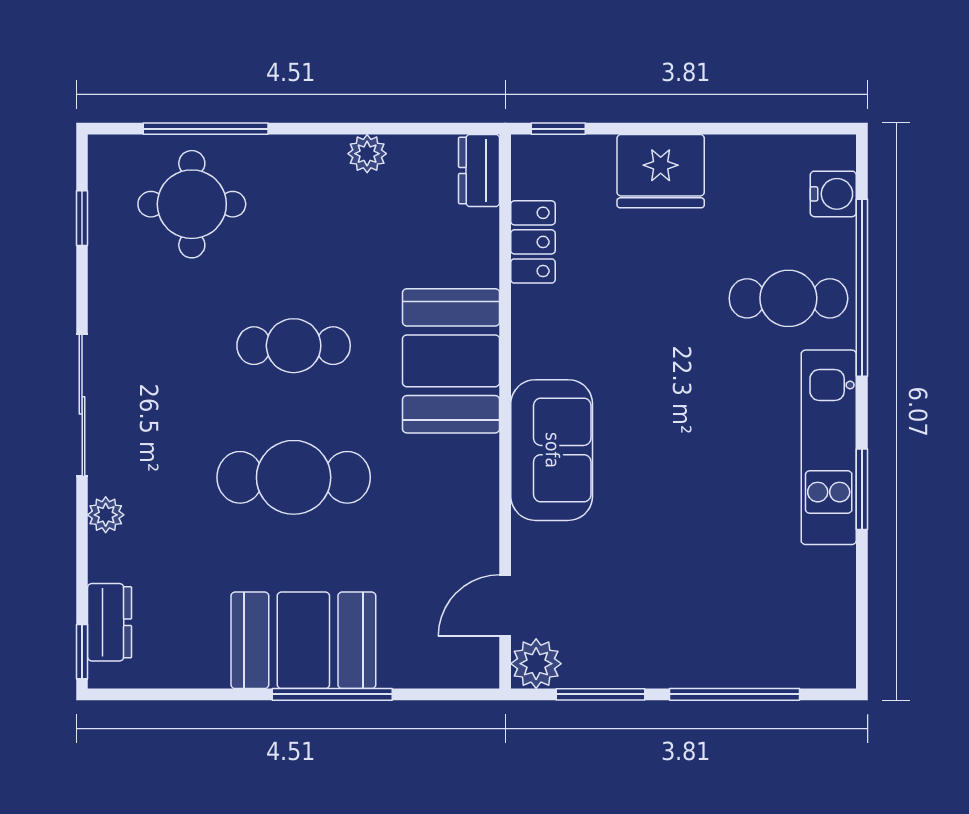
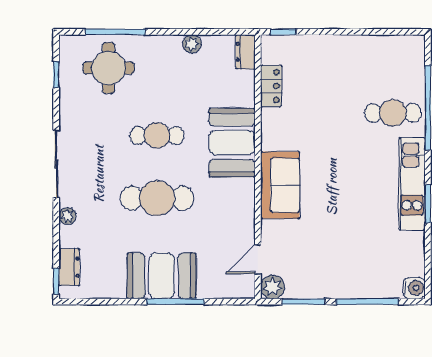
fridge: (661, 171) -> (332, 52), removed
water cooler: (833, 194) -> (414, 288), moved

